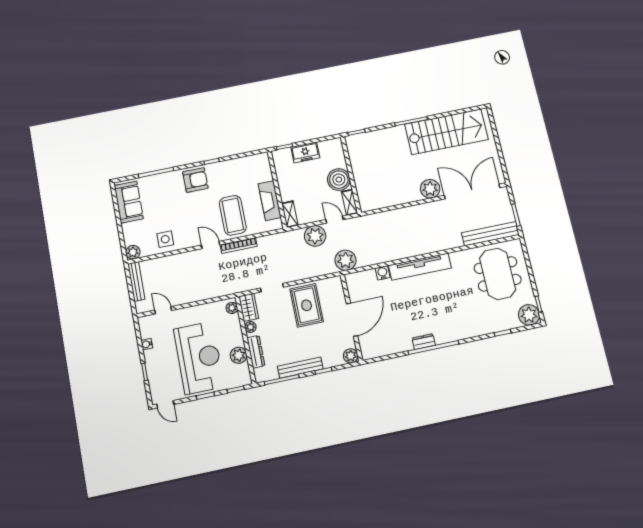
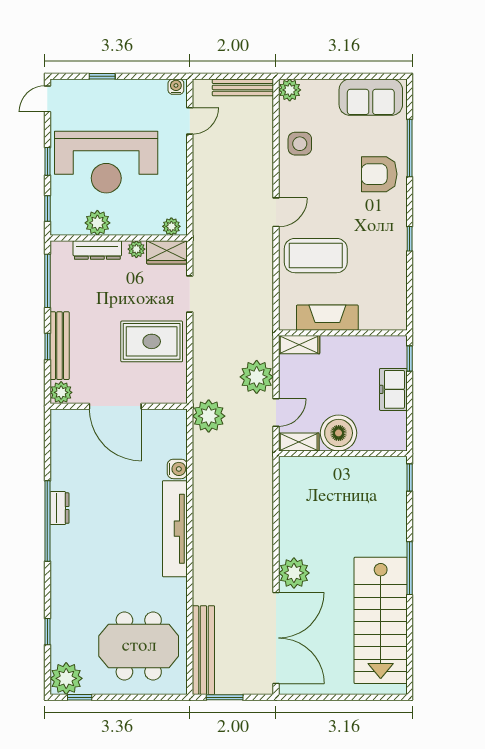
armchair: (195, 180) -> (379, 174), moved, turned 90
bookcase: (239, 246) -> (266, 255), removed
water cooler: (147, 344) -> (176, 87), moved
bench: (300, 368) -> (60, 346), moved

